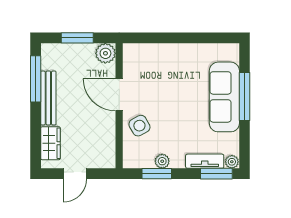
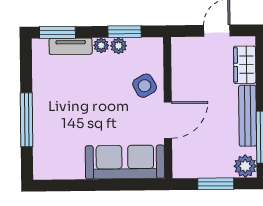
plant: (105, 53) -> (245, 166), moved
door: (119, 95) -> (168, 120), hinge flipped
sofa: (224, 97) -> (125, 162), moved, turned -90
plant: (232, 162) -> (101, 45), moved

